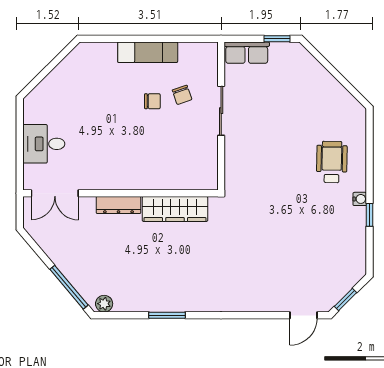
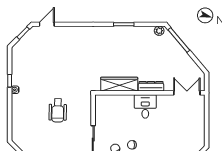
desk: (44, 144) -> (145, 106), moved, turned -90
wheelchair: (332, 162) -> (58, 110), moved

